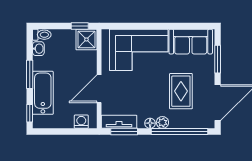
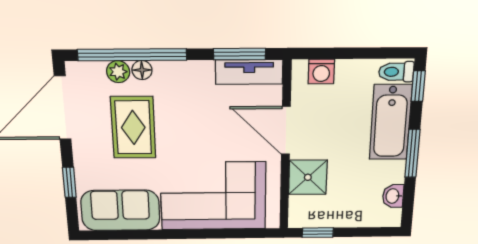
toilet: (42, 35) -> (396, 72), moved
shower: (86, 39) -> (308, 177), moved
window: (218, 59) -> (69, 182), width x0.67
door: (99, 89) -> (286, 130), swing flipped
plant: (162, 122) -> (118, 72), moved
floor lamp: (150, 123) -> (142, 70), moved

